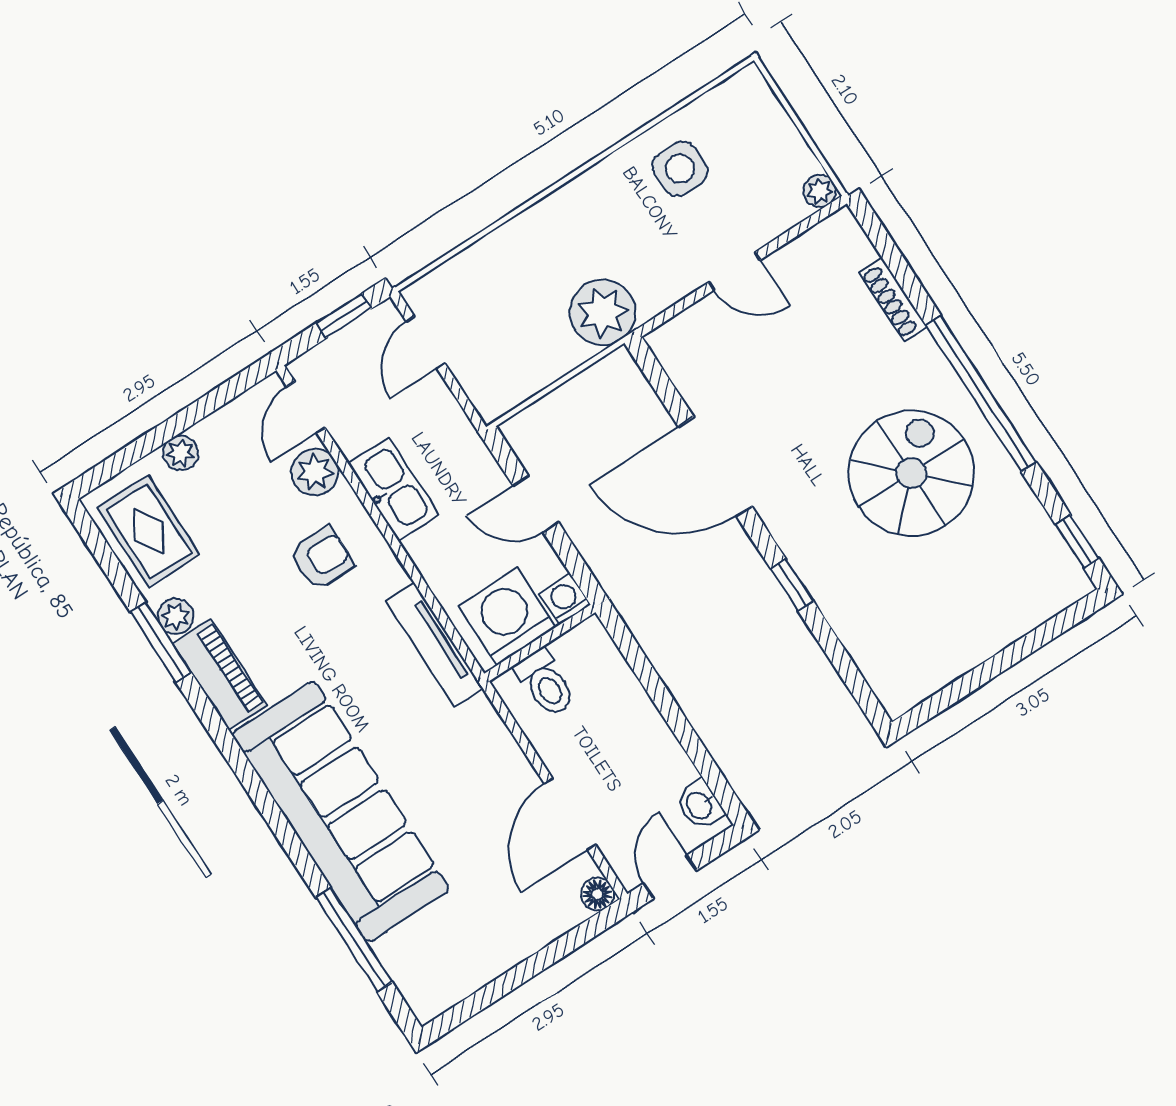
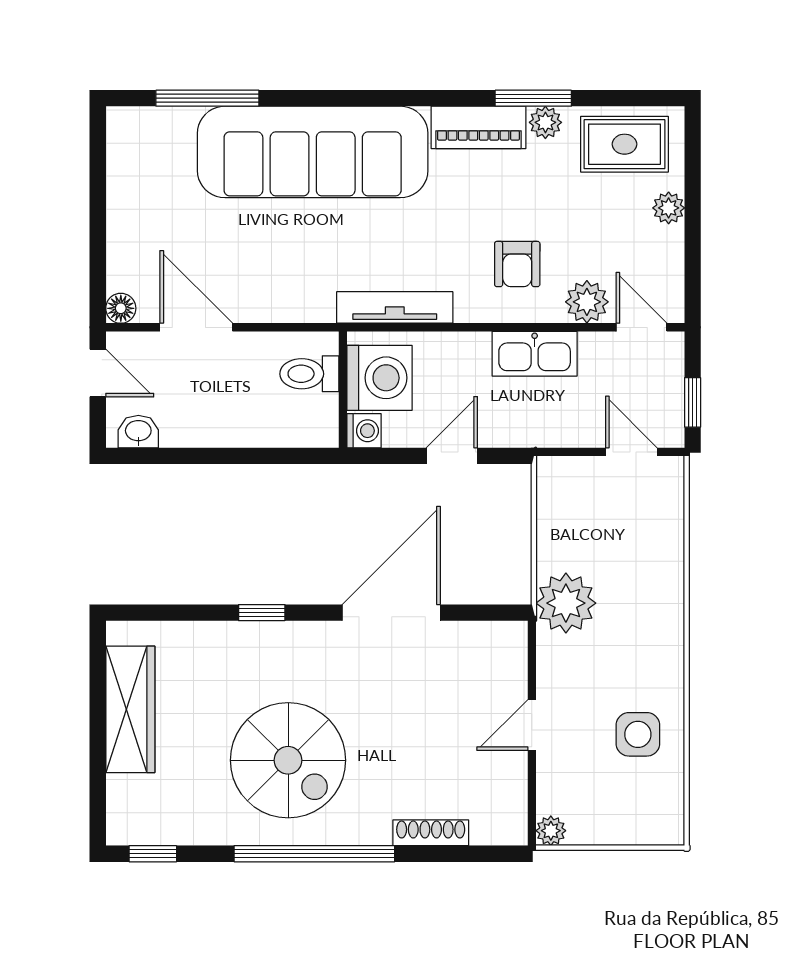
wardrobe: (958, 647) -> (130, 709), added

